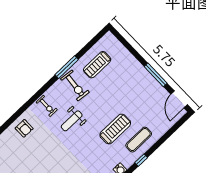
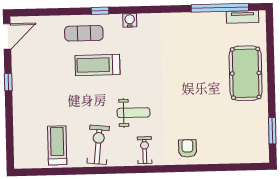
treadmill: (97, 65) -> (57, 145), turned -90
window: (67, 67) -> (90, 171), removed
window: (156, 75) -> (8, 82), width x0.46

